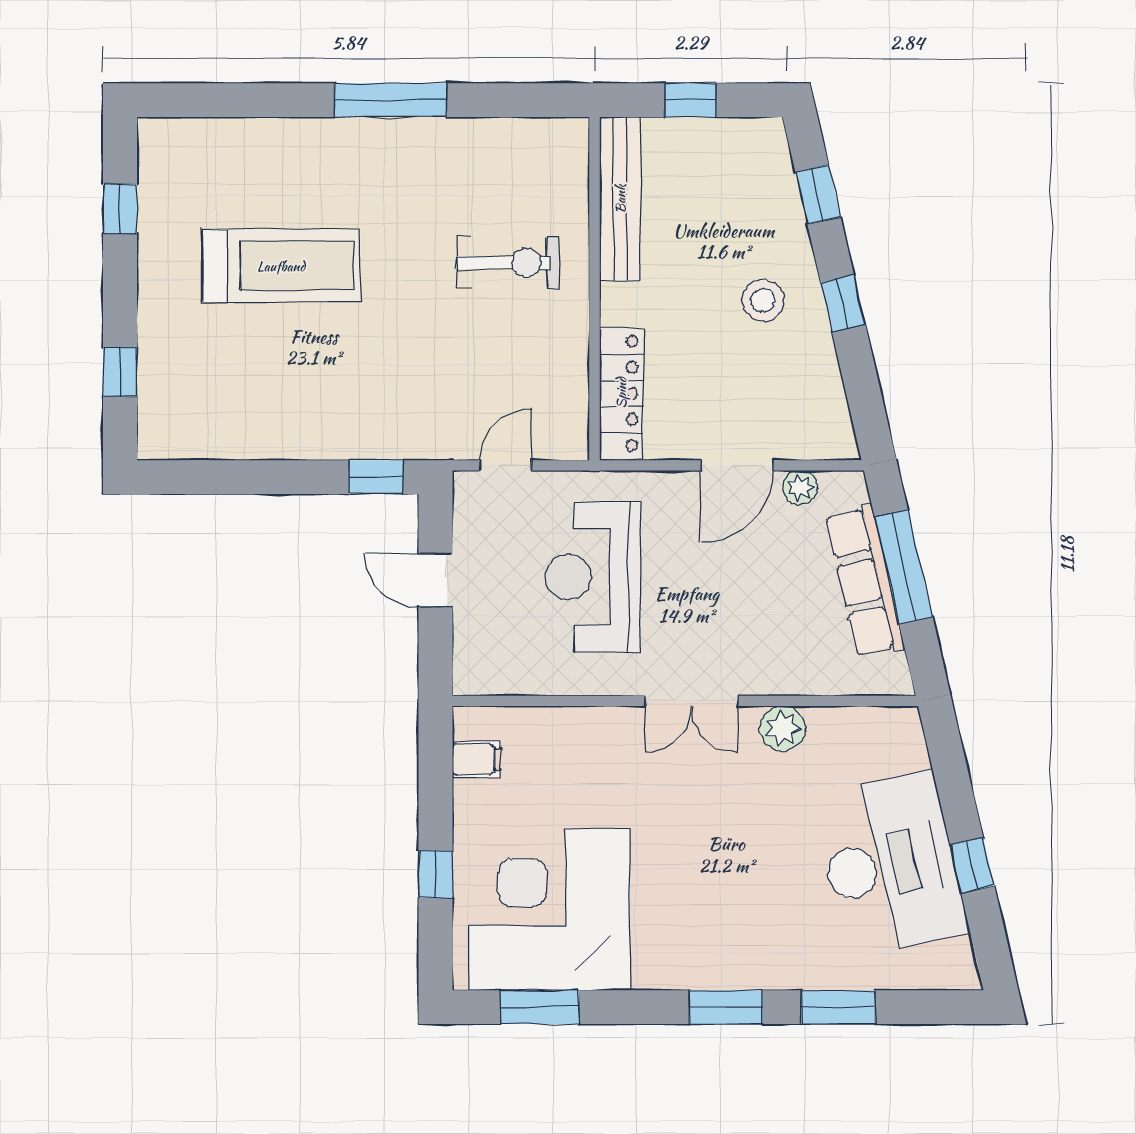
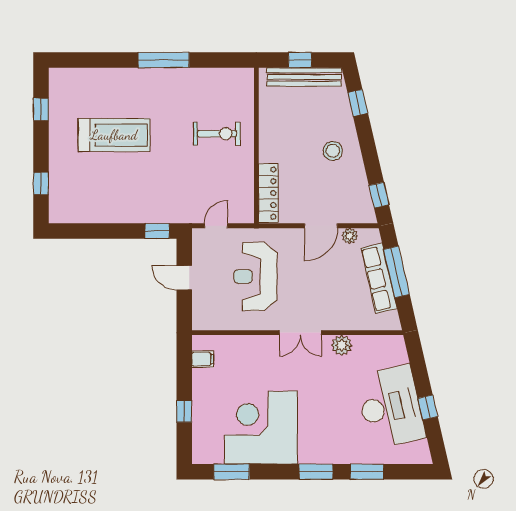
bench: (620, 199) -> (304, 77), moved, turned 90
window: (843, 303) -> (379, 195), moved
corner desk: (549, 910) -> (261, 428), moved

